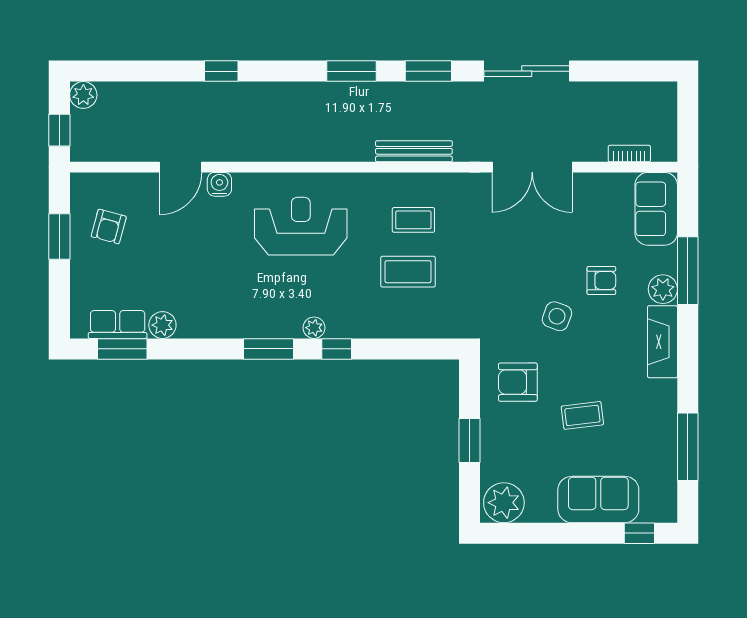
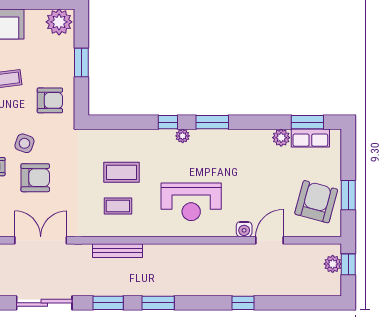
plant: (83, 95) -> (333, 264), moved
armchair: (109, 226) -> (316, 202), width x1.88, depth x1.88
armchair: (541, 263) -> (35, 178), added

